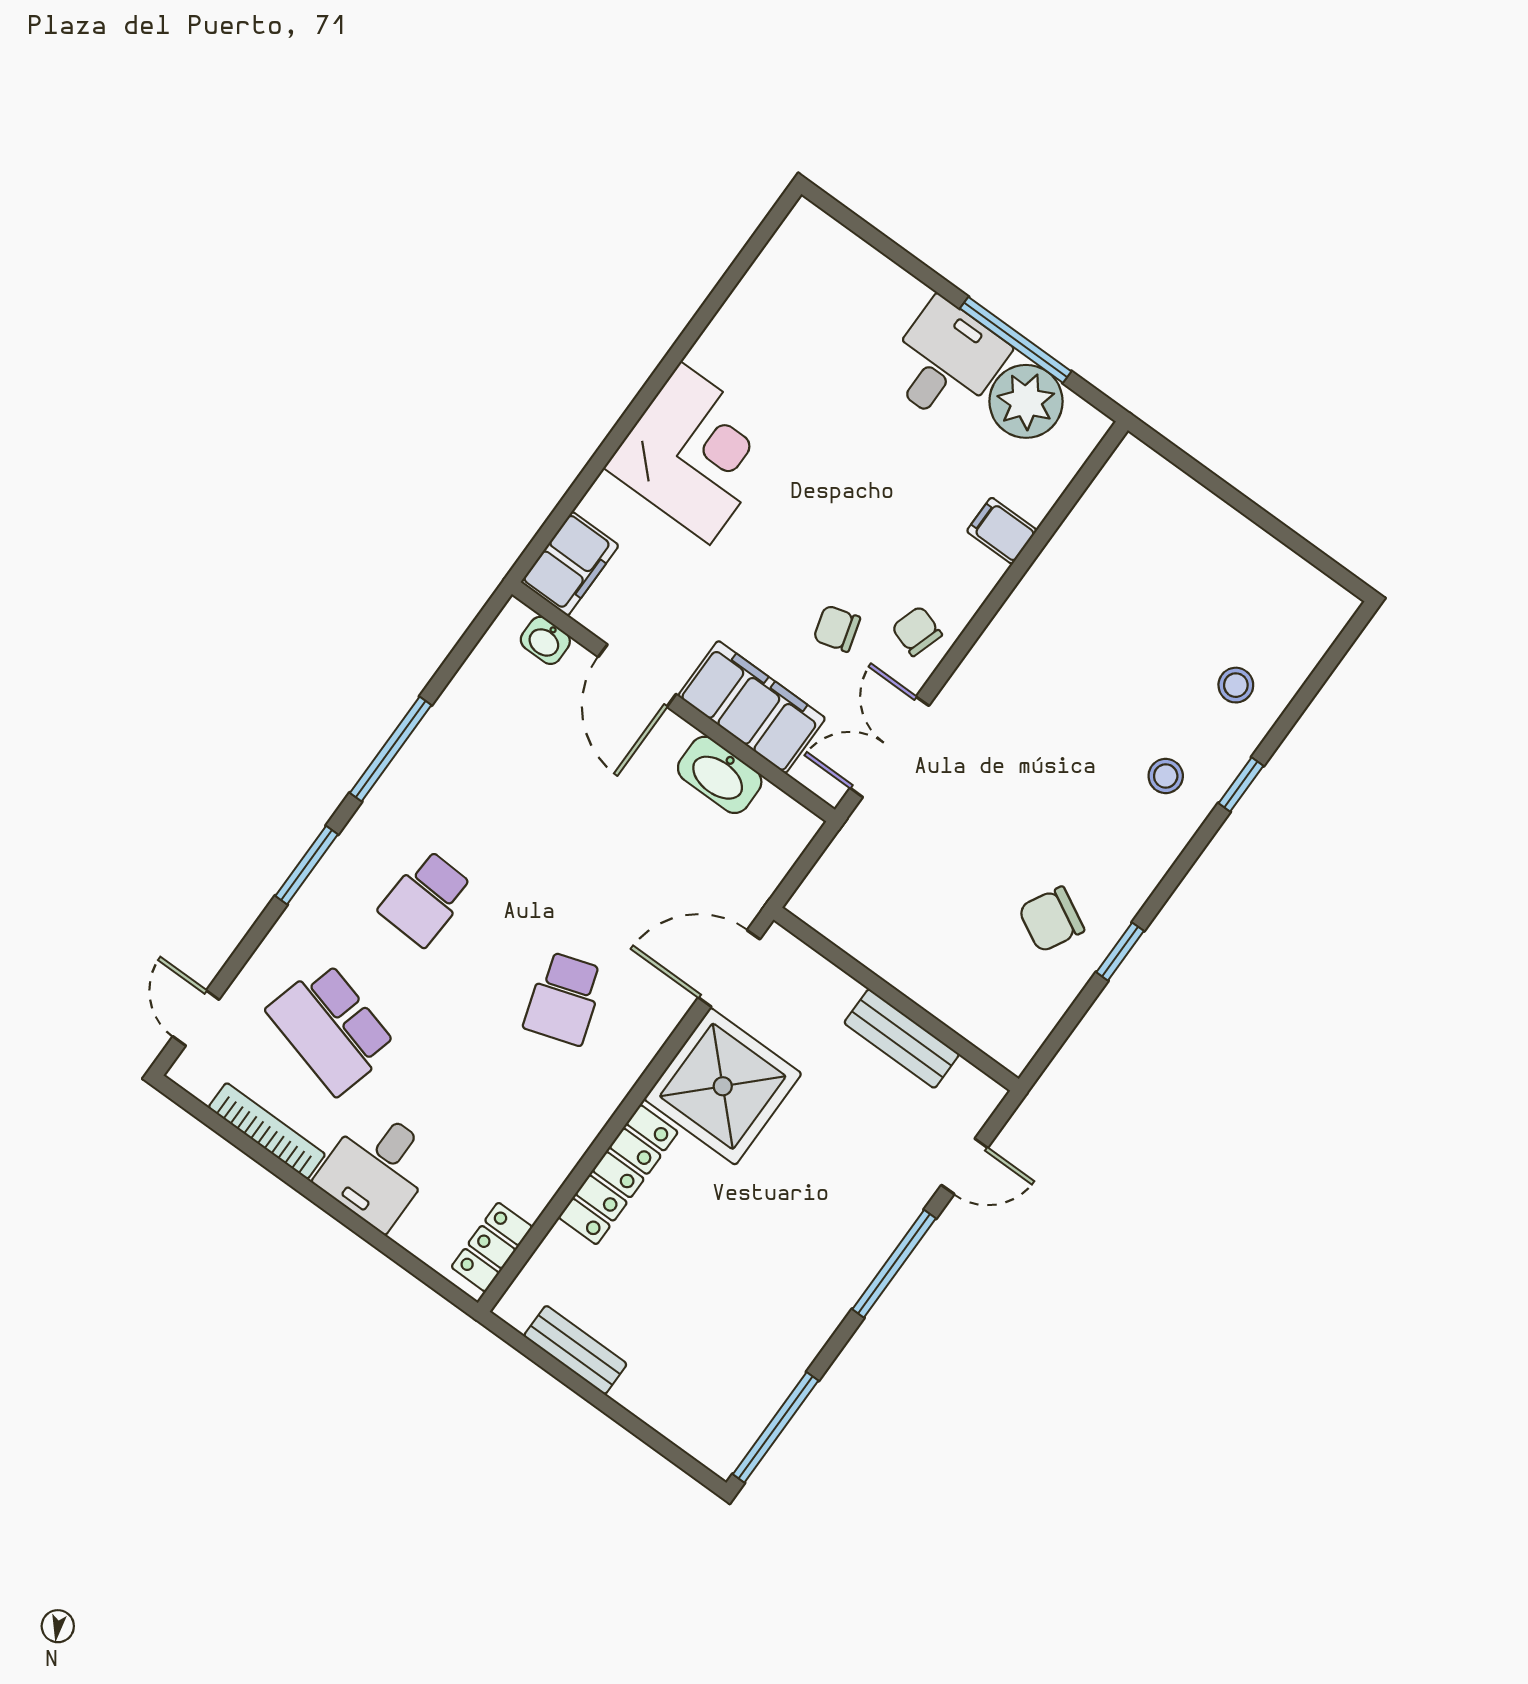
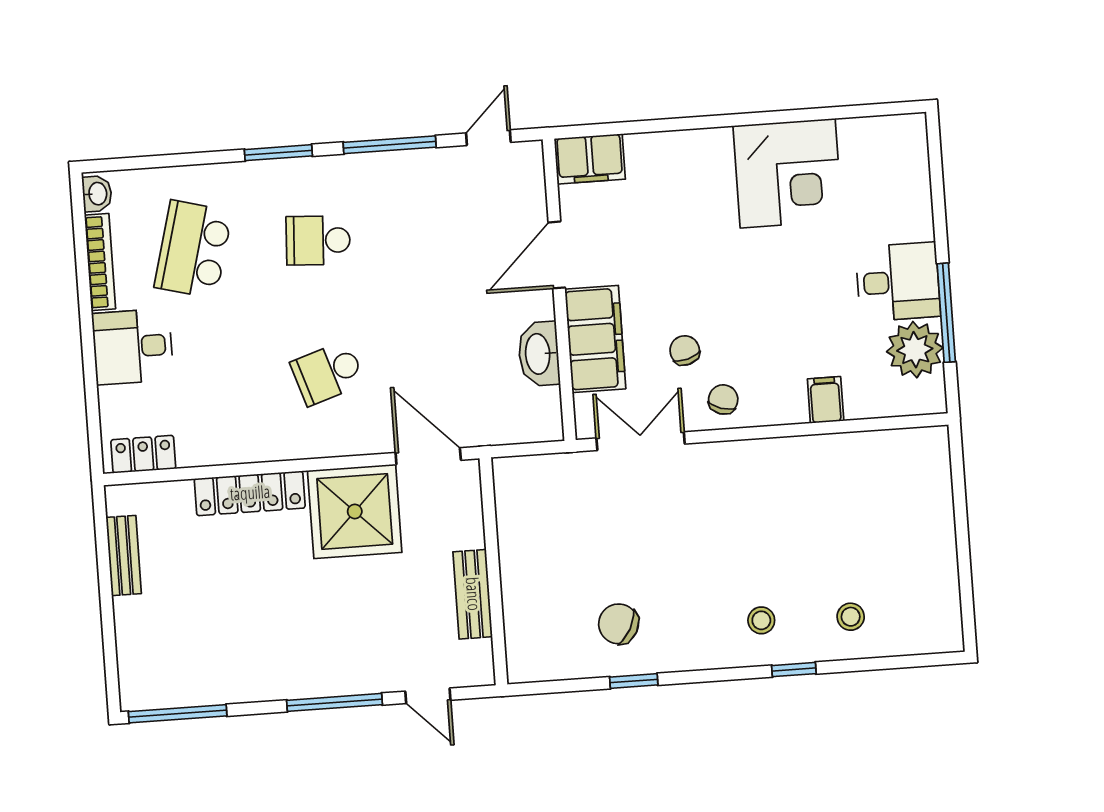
corner desk: (695, 453) -> (788, 173), moved
washbasin: (545, 640) -> (97, 194), moved, turned 180
door: (196, 1018) -> (488, 138), moved

